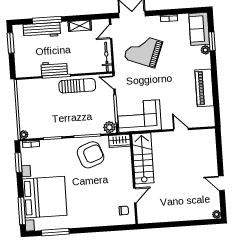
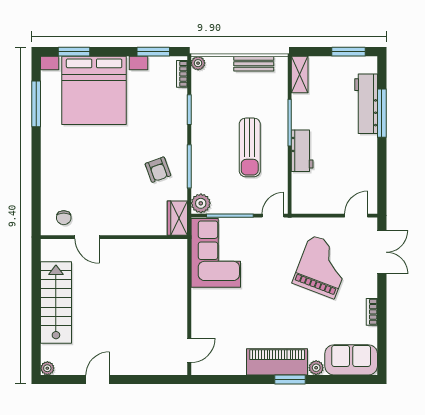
shelving: (80, 26) -> (300, 74), moved
door: (111, 32) -> (356, 216), hinge flipped
window: (212, 41) -> (290, 380), moved
bicycle: (107, 57) -> (315, 206), removed
workbench: (54, 69) -> (302, 151), moved
sun lounger: (77, 86) -> (250, 147), moved
piano: (204, 88) -> (277, 362), moved
bench: (22, 100) -> (254, 64), added
door: (181, 130) -> (189, 350), moved
armchair: (91, 155) -> (158, 170), width x0.53, depth x0.53
stairs: (143, 158) -> (56, 302), moved, turned -90
window: (22, 211) -> (74, 52), width x0.69

